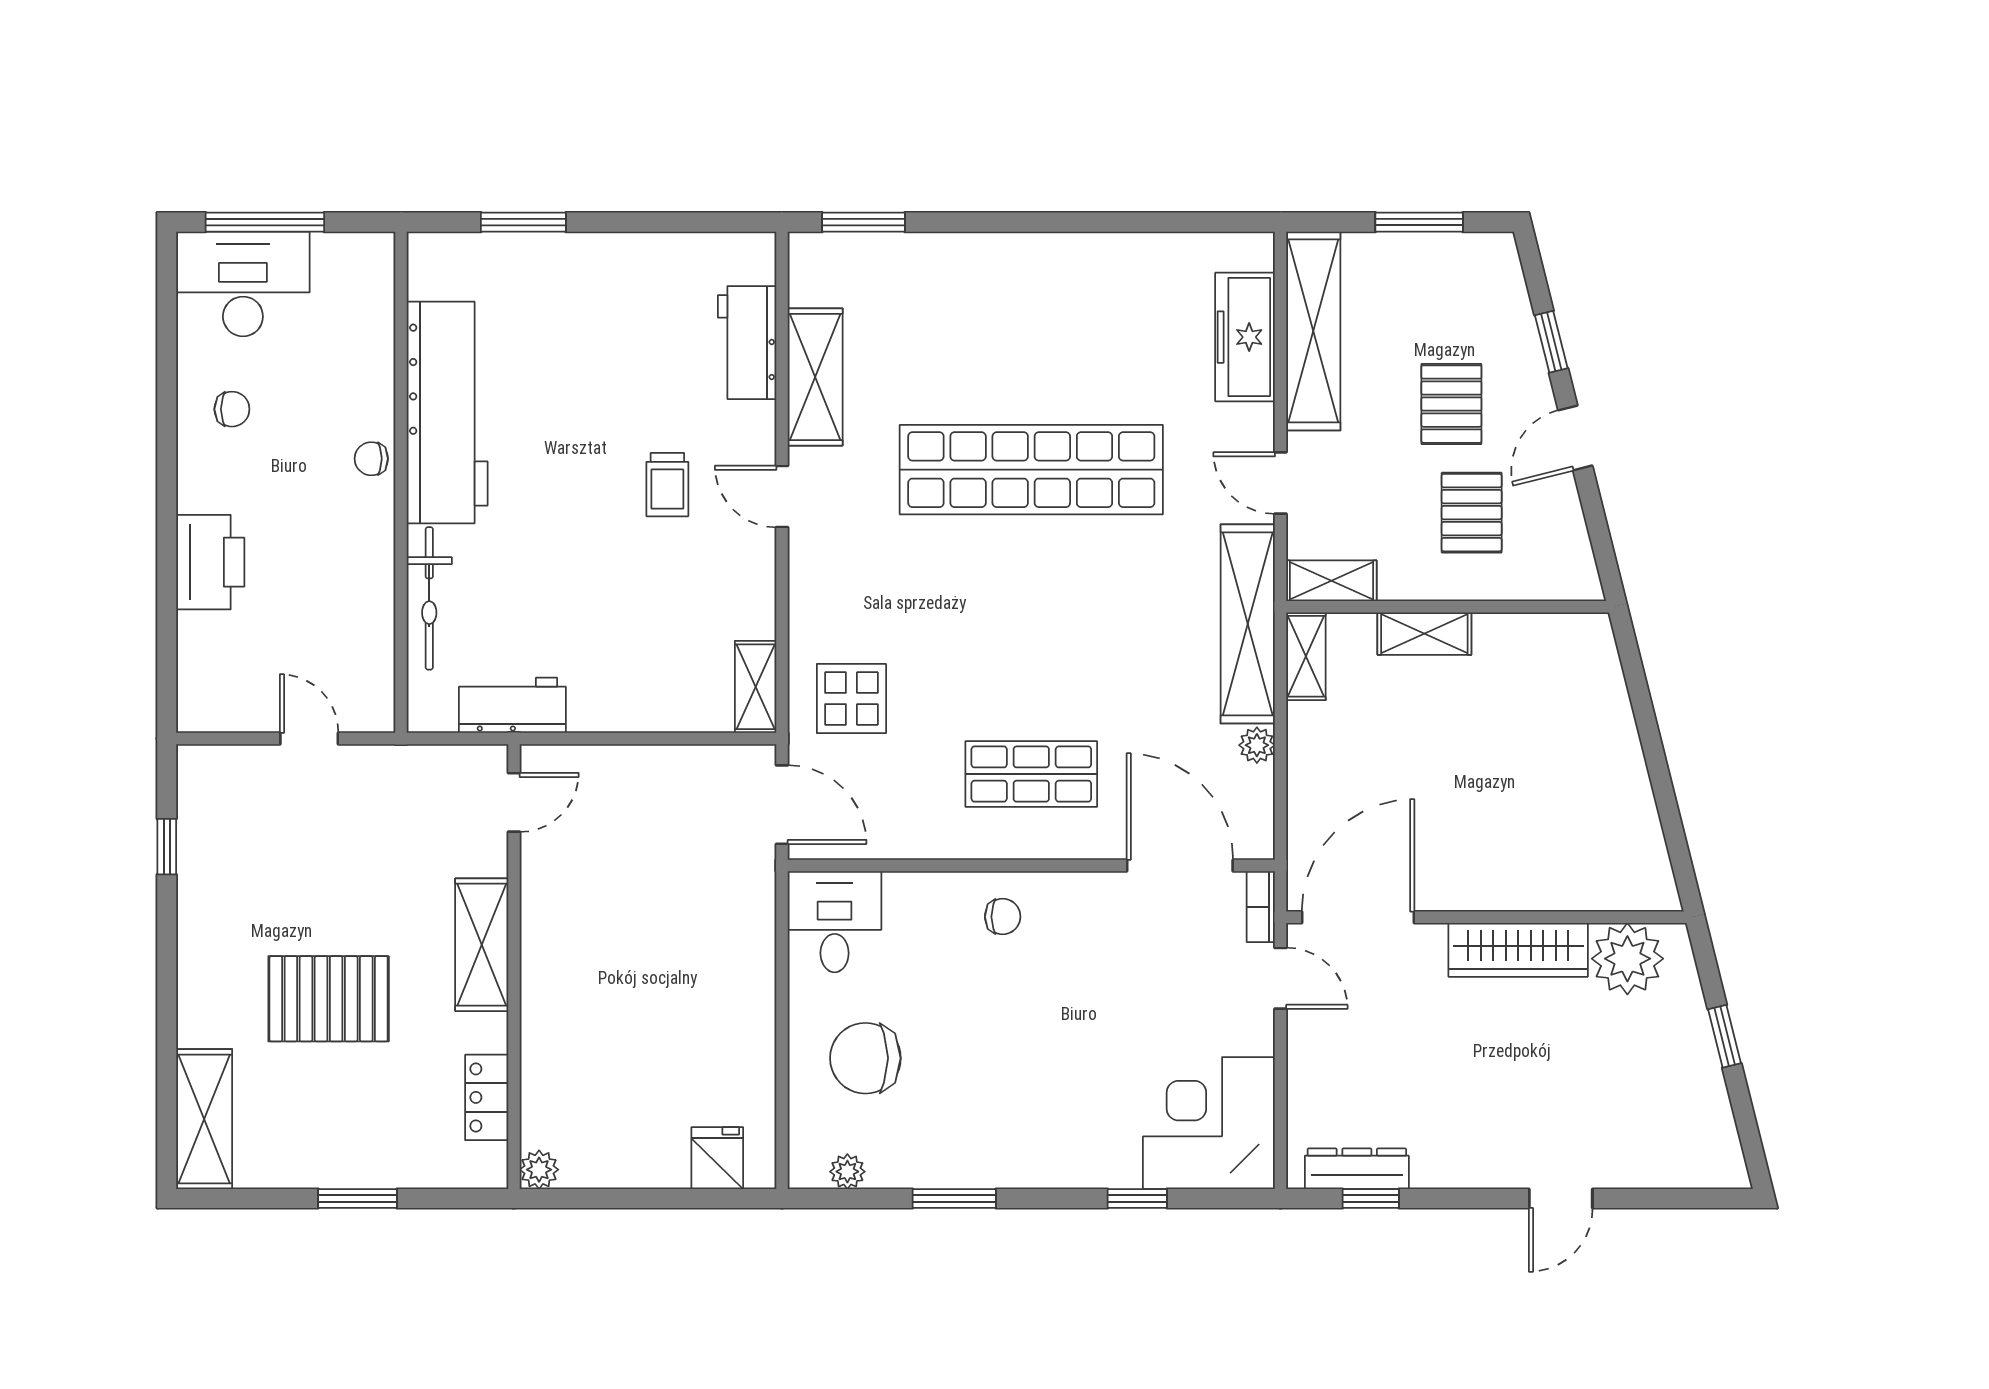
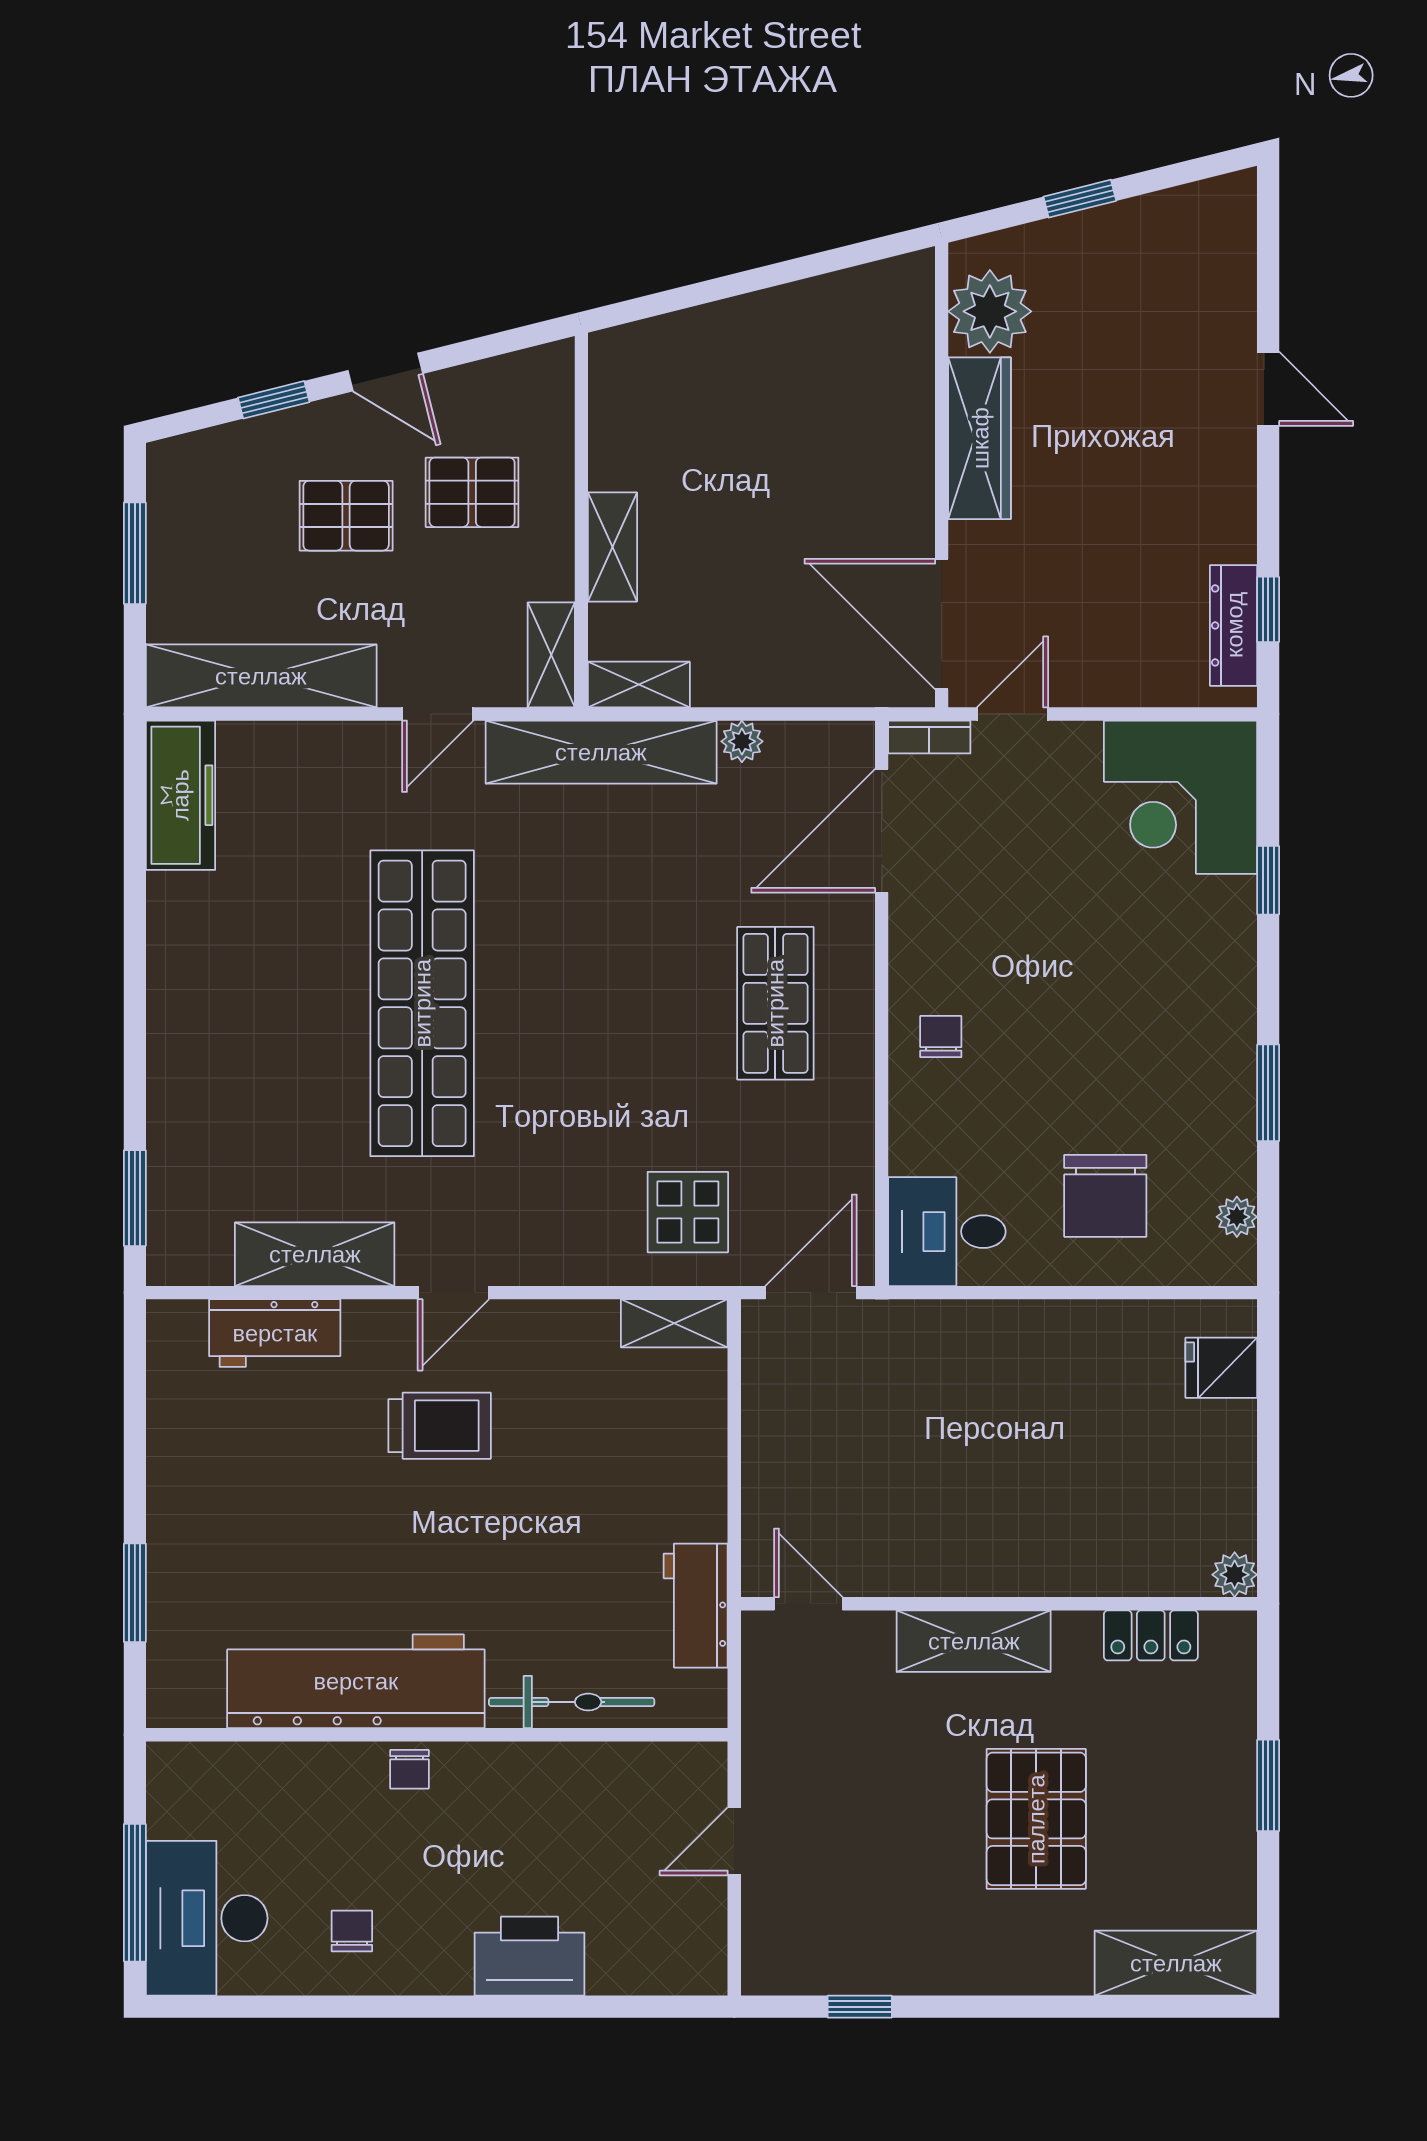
freezer: (1245, 337) -> (180, 795), moved, turned -90
trolley: (667, 485) -> (440, 1426), width x1.36, depth x1.39

